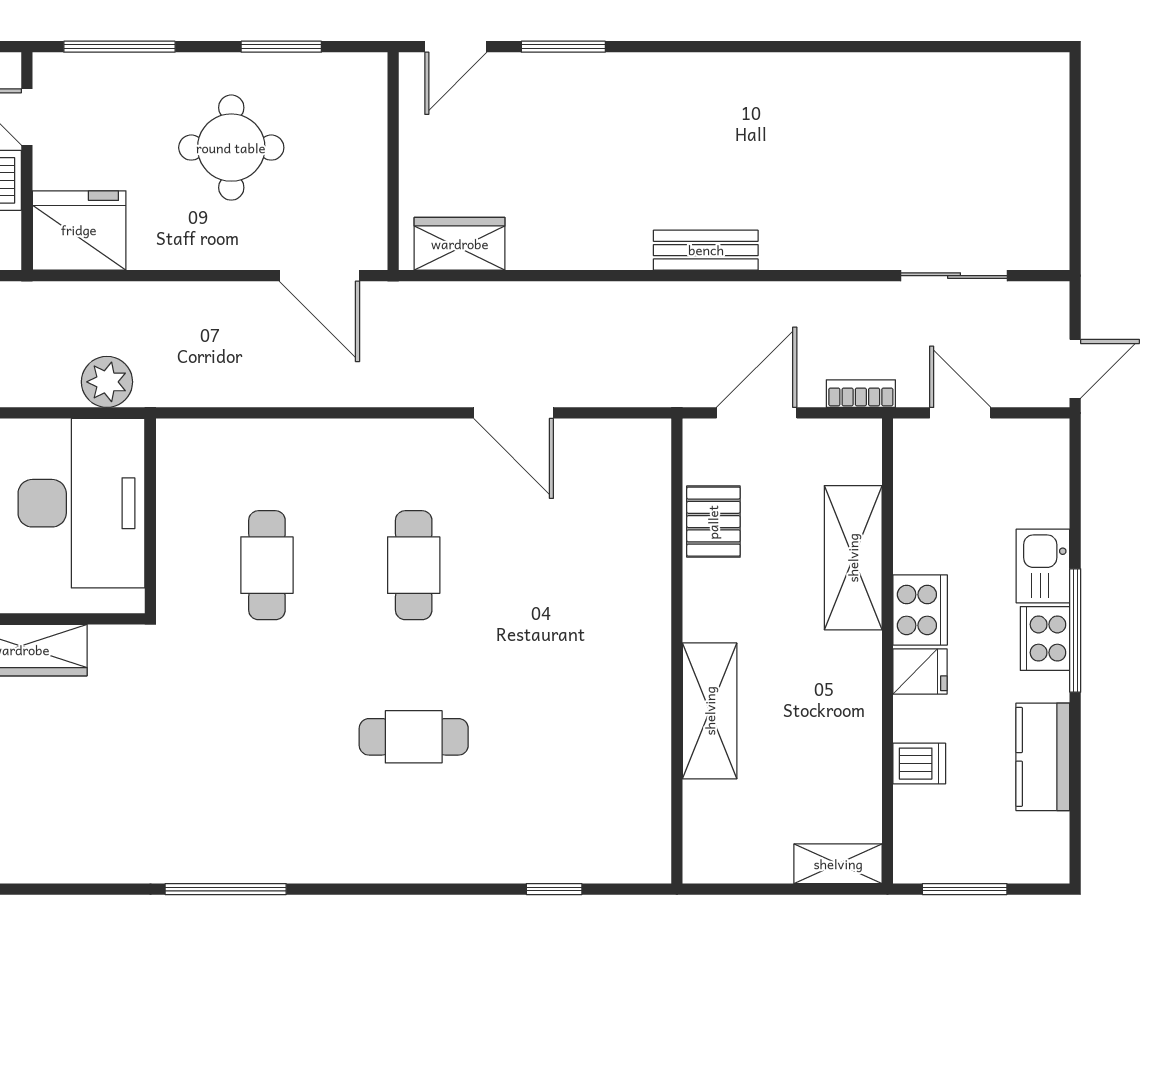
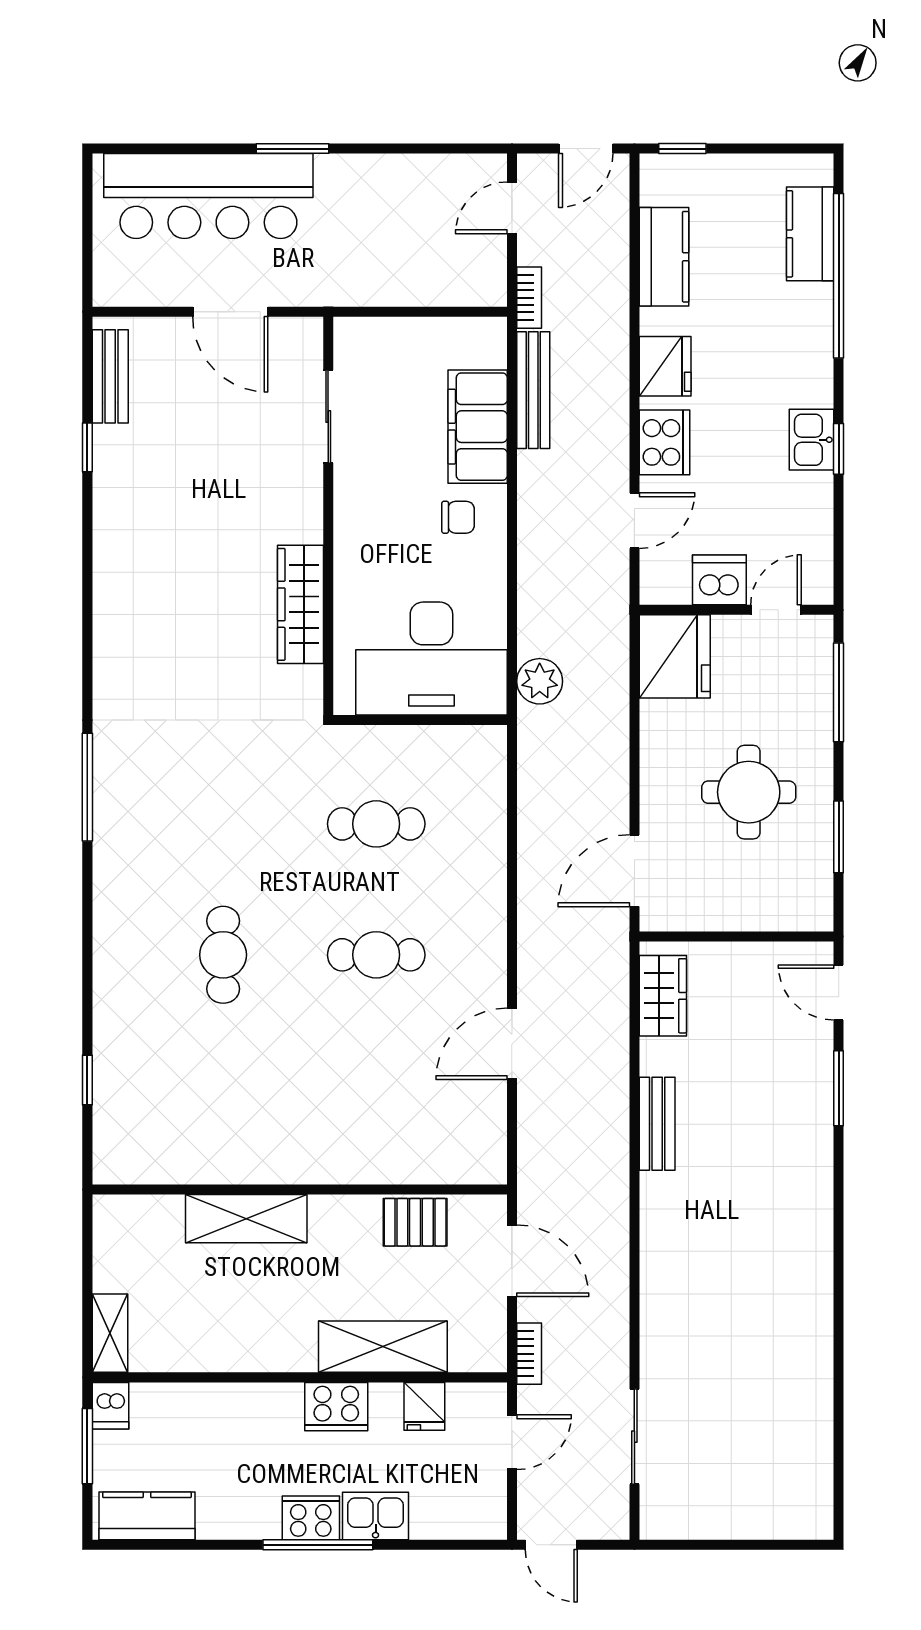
bench: (706, 250) -> (657, 1124), moved
fridge: (920, 671) -> (424, 1406), moved
kitchen counter: (1043, 757) -> (147, 1516), moved
dishwasher: (919, 764) -> (110, 1406), moved

